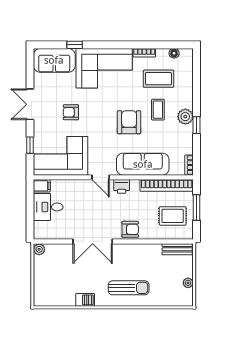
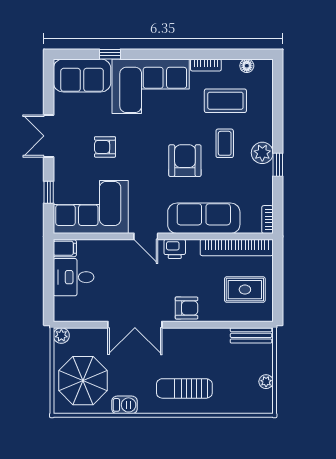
window: (197, 207) -> (278, 278), removed
parasol: (55, 282) -> (83, 381), added
sun lounger: (129, 288) -> (184, 388), turned 180

